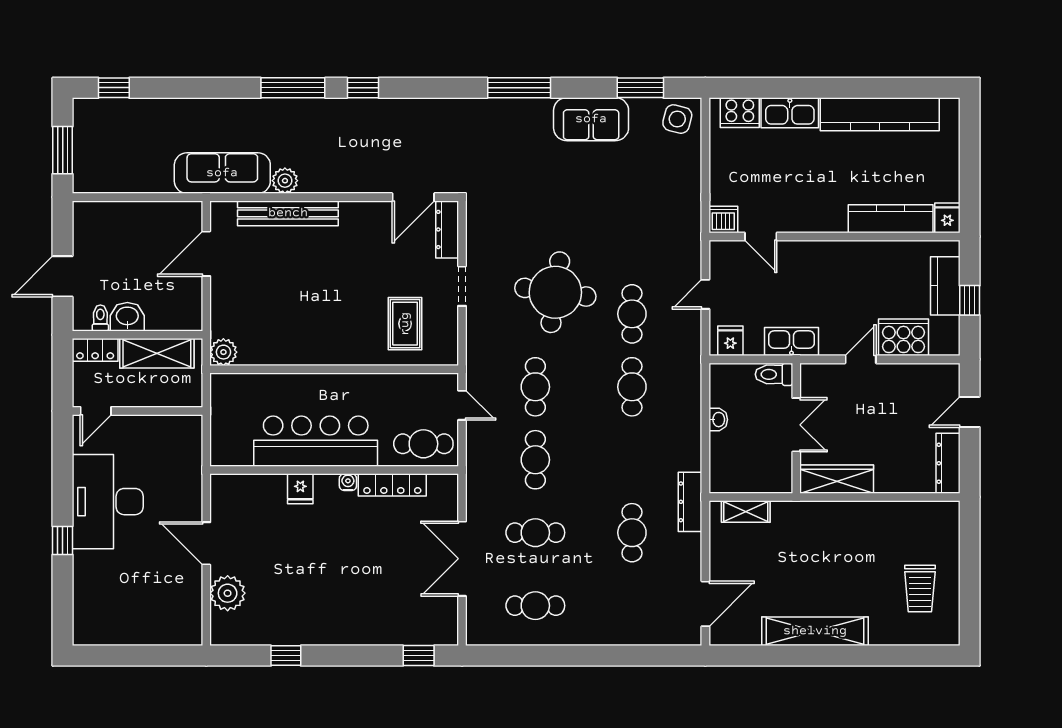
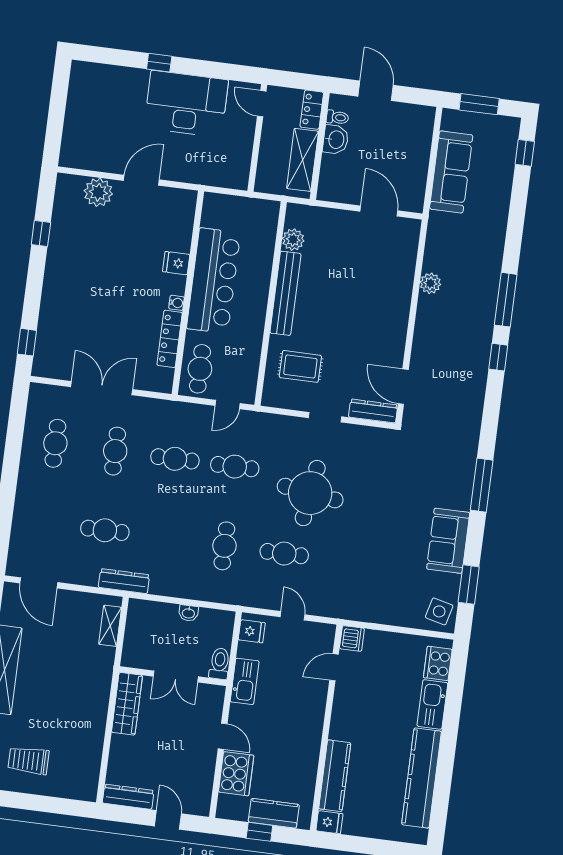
sofa: (222, 173) -> (451, 172), moved
bench: (288, 213) -> (285, 293), moved
plant: (223, 352) -> (293, 240), moved
cafe table: (632, 387) -> (224, 546), turned 90

